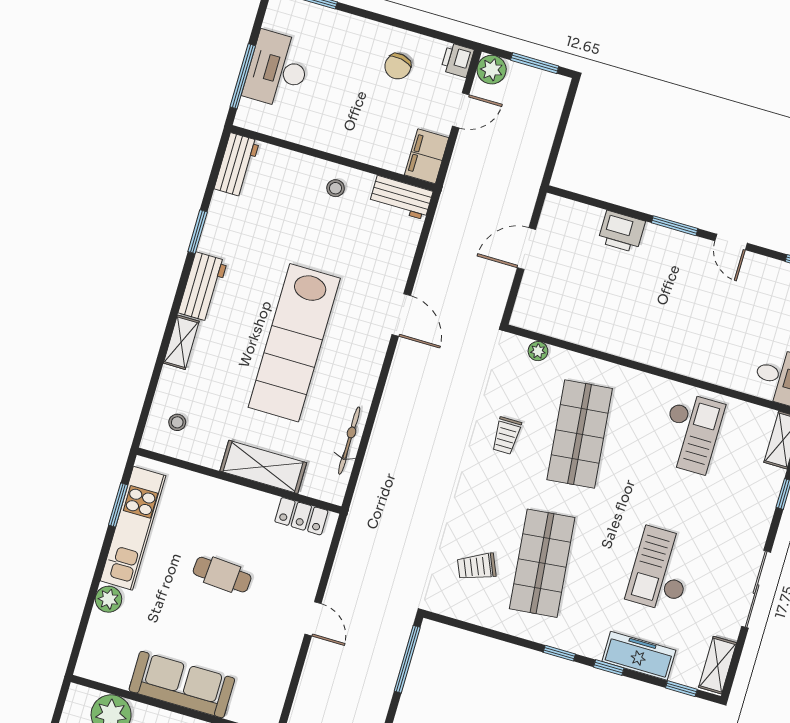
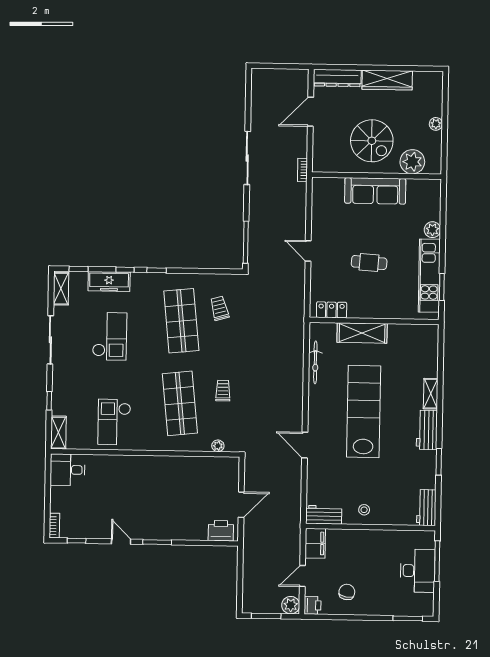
printer: (622, 232) -> (221, 531), moved
stool: (177, 422) -> (420, 345), removed
trolley: (477, 567) -> (220, 308), turned -82

